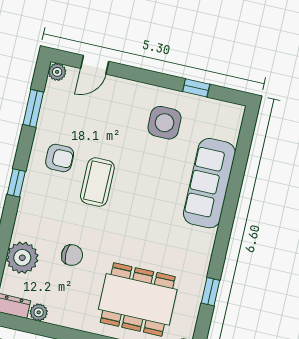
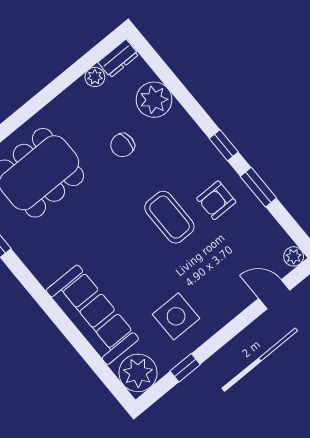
door: (95, 65) -> (274, 294), hinge flipped
window: (33, 108) -> (258, 187), moved
plant: (226, 119) -> (138, 373), added

